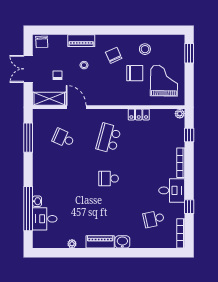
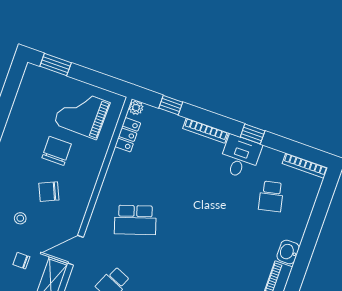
stool: (145, 49) -> (28, 125), removed
chair: (114, 55) -> (49, 192), moved
locker: (139, 114) -> (128, 135), moved
school desk: (109, 138) -> (135, 220), turned -33
school desk: (109, 179) -> (192, 240), removed
window: (189, 207) -> (253, 134), moved

